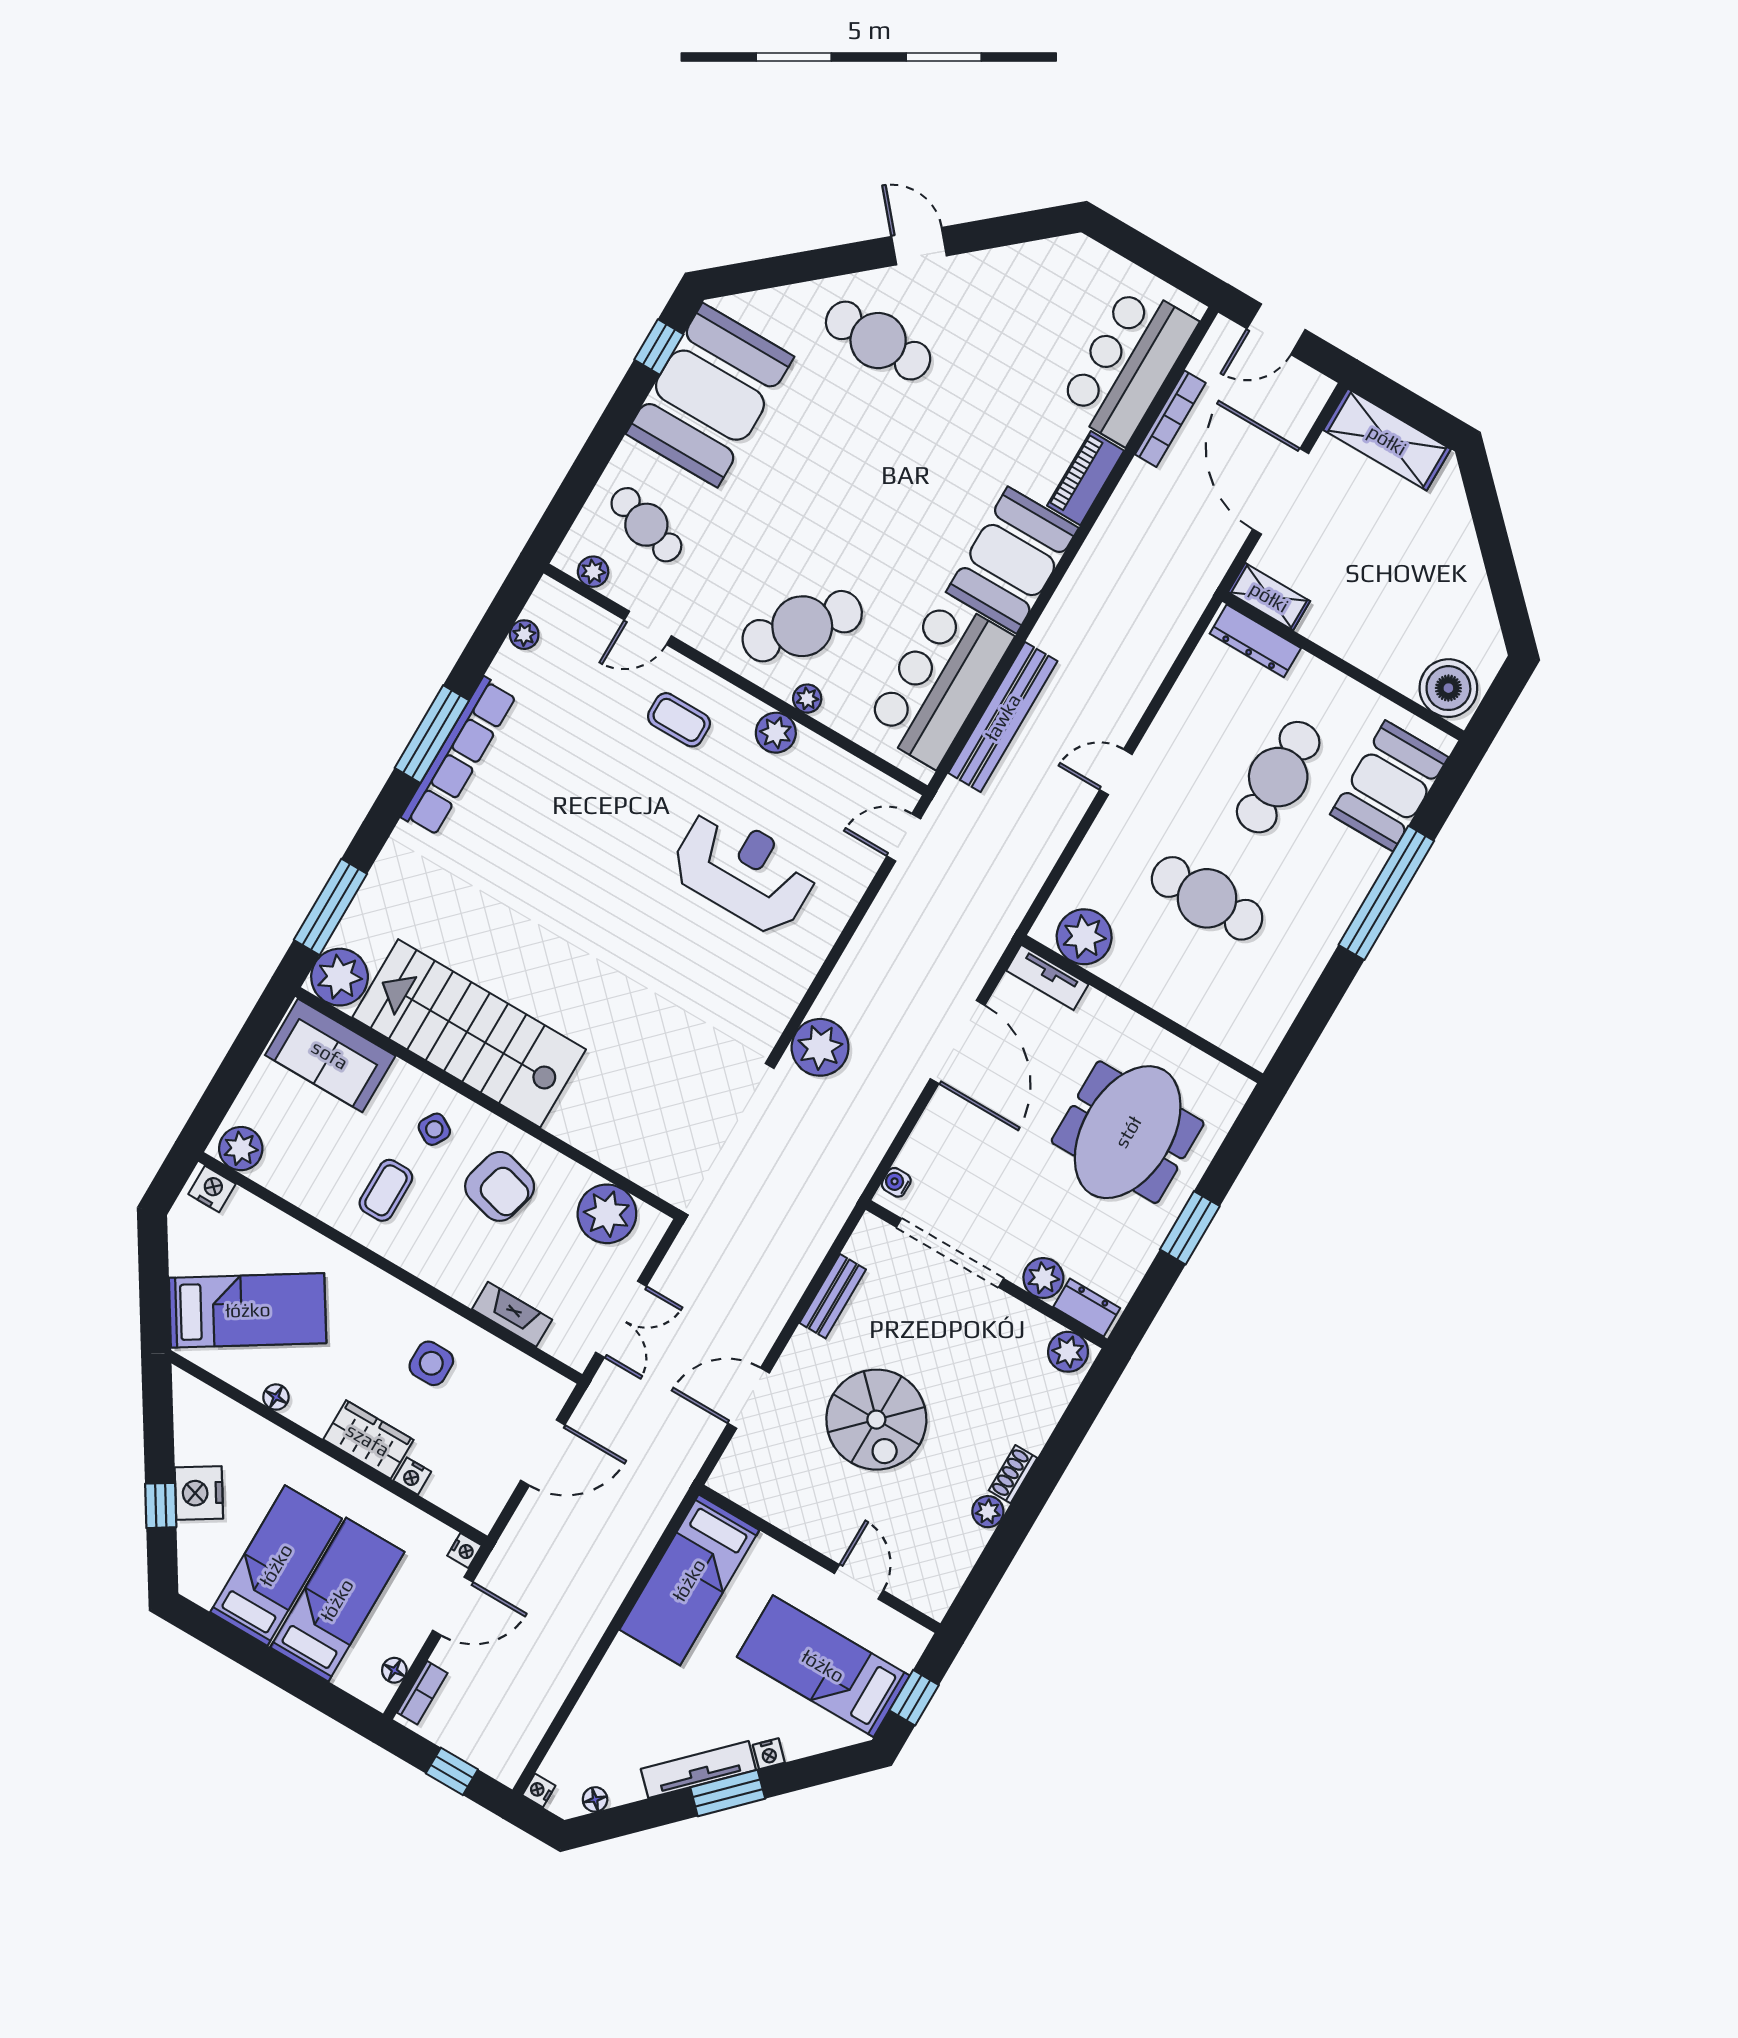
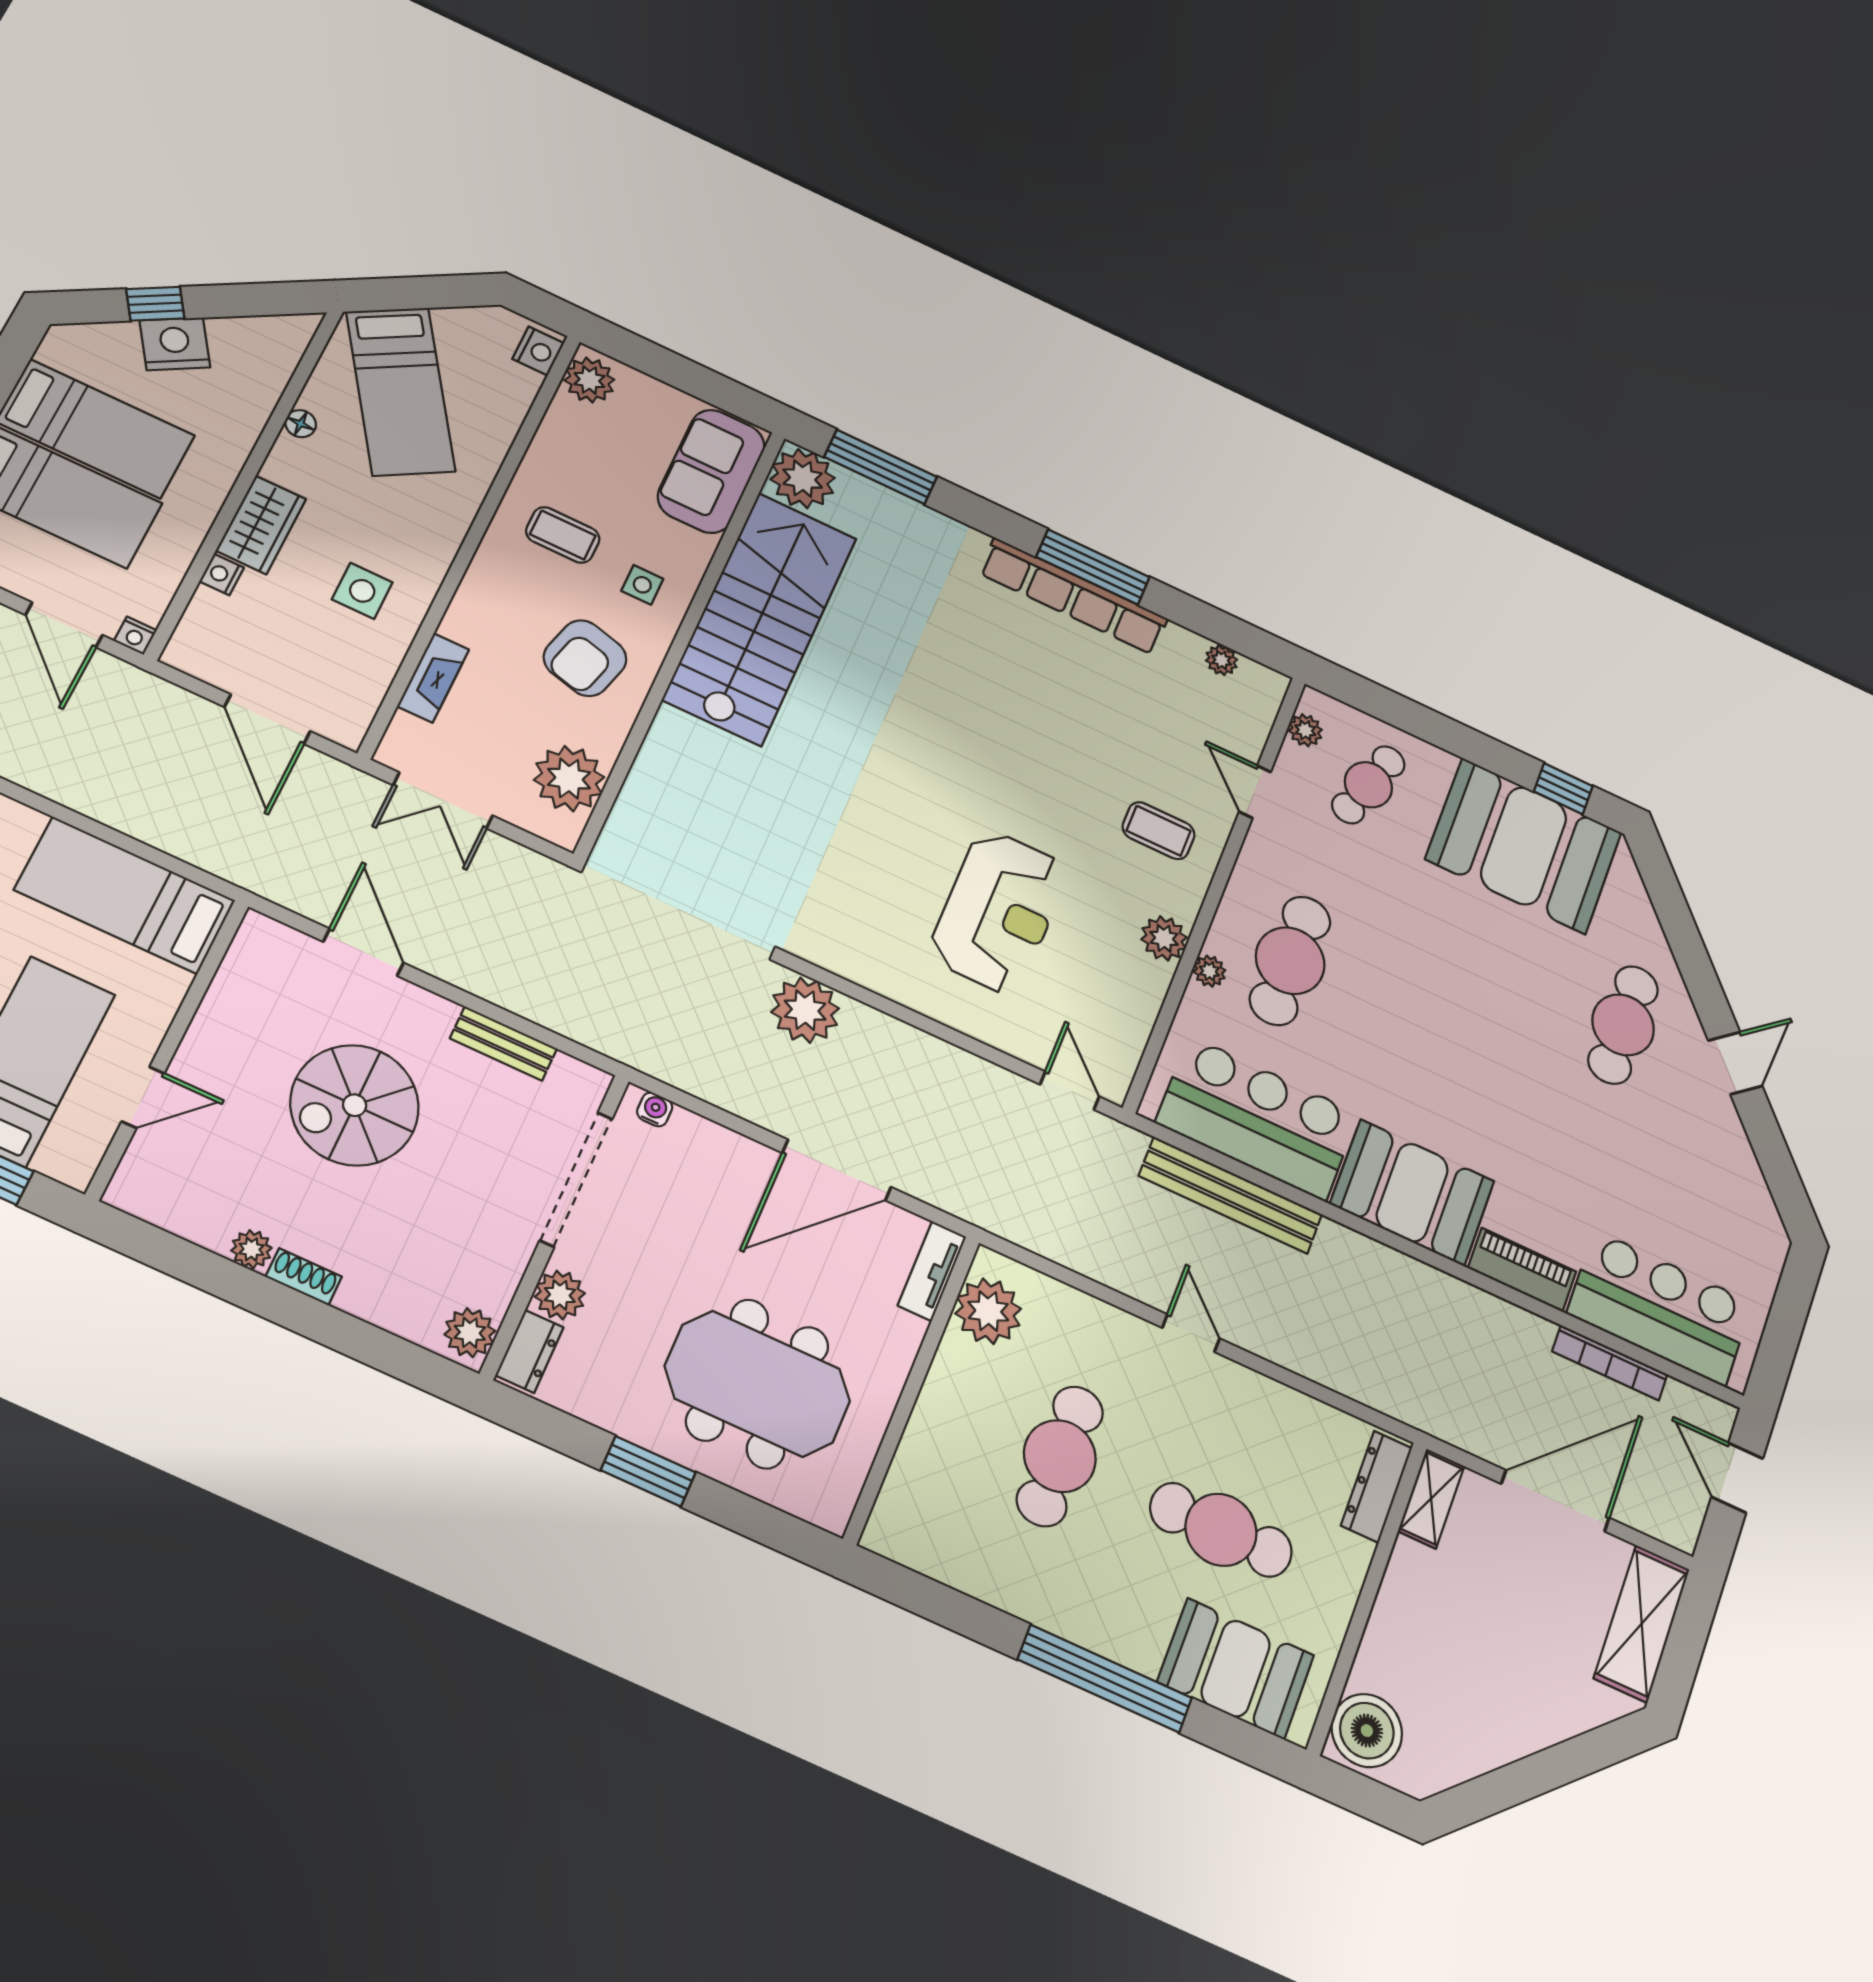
cafe table: (802, 626) -> (1290, 961), turned 50
coffee table: (679, 720) -> (1159, 831), turned 90
side table: (434, 1129) -> (642, 585), turned -31

